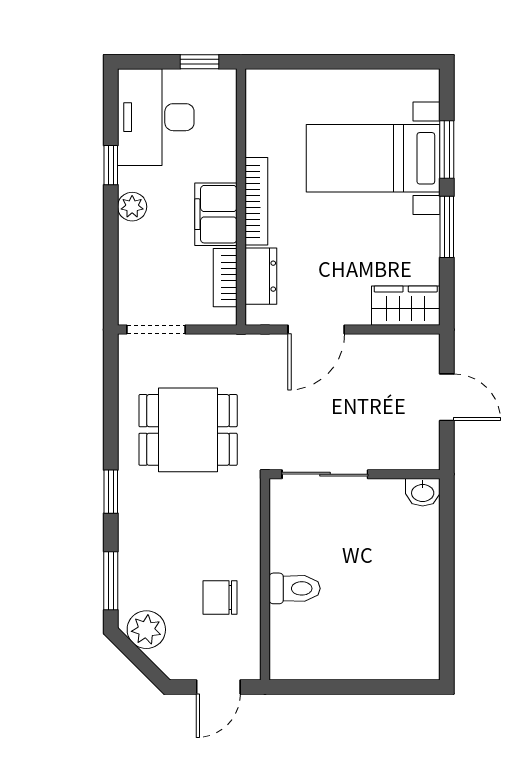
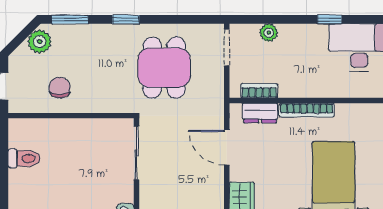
plant: (132, 207) -> (269, 33), moved
filing cabinet: (216, 214) -> (299, 85), removed
toilet: (295, 588) -> (24, 158), moved, turned -90

